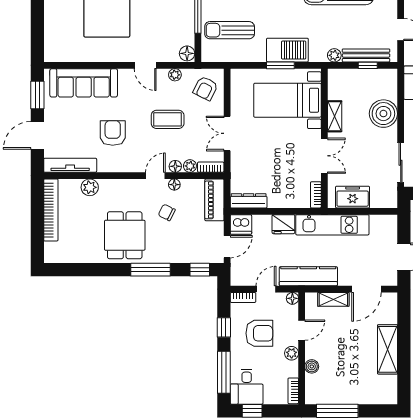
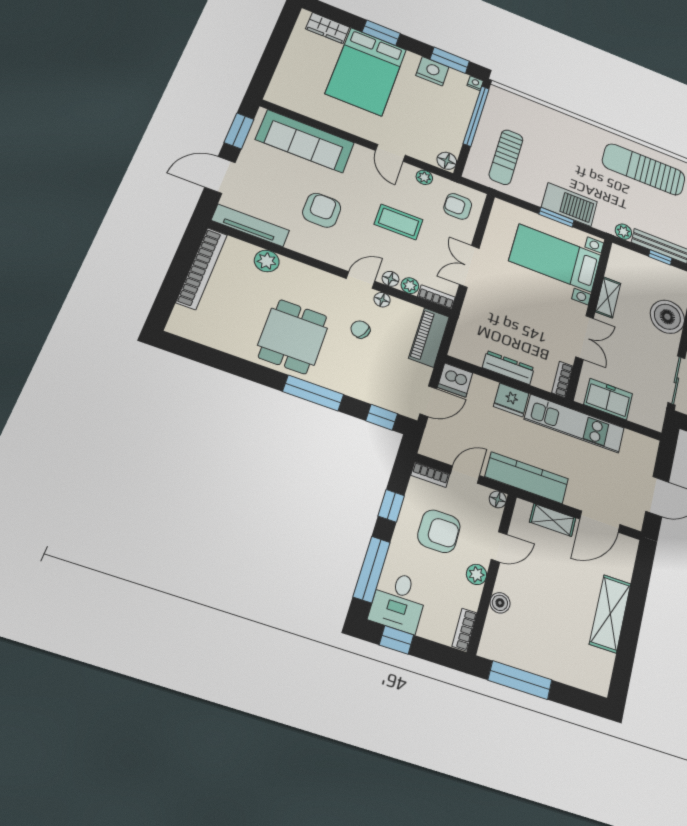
sun lounger: (230, 30) -> (506, 157), turned -90
armchair: (205, 88) -> (458, 206), turned 63
dresser: (249, 201) -> (508, 368), moved

